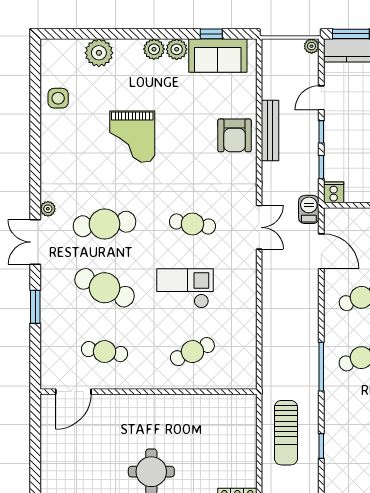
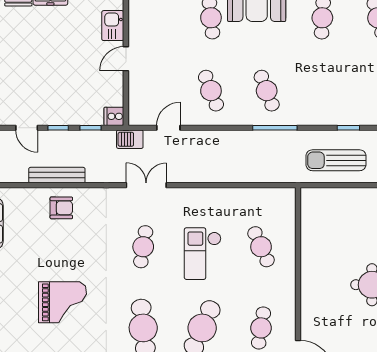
armchair: (235, 135) -> (61, 208), width x0.72, depth x0.72
door: (321, 251) -> (168, 128), width x0.73
sun lounger: (286, 433) -> (336, 160), turned 180

